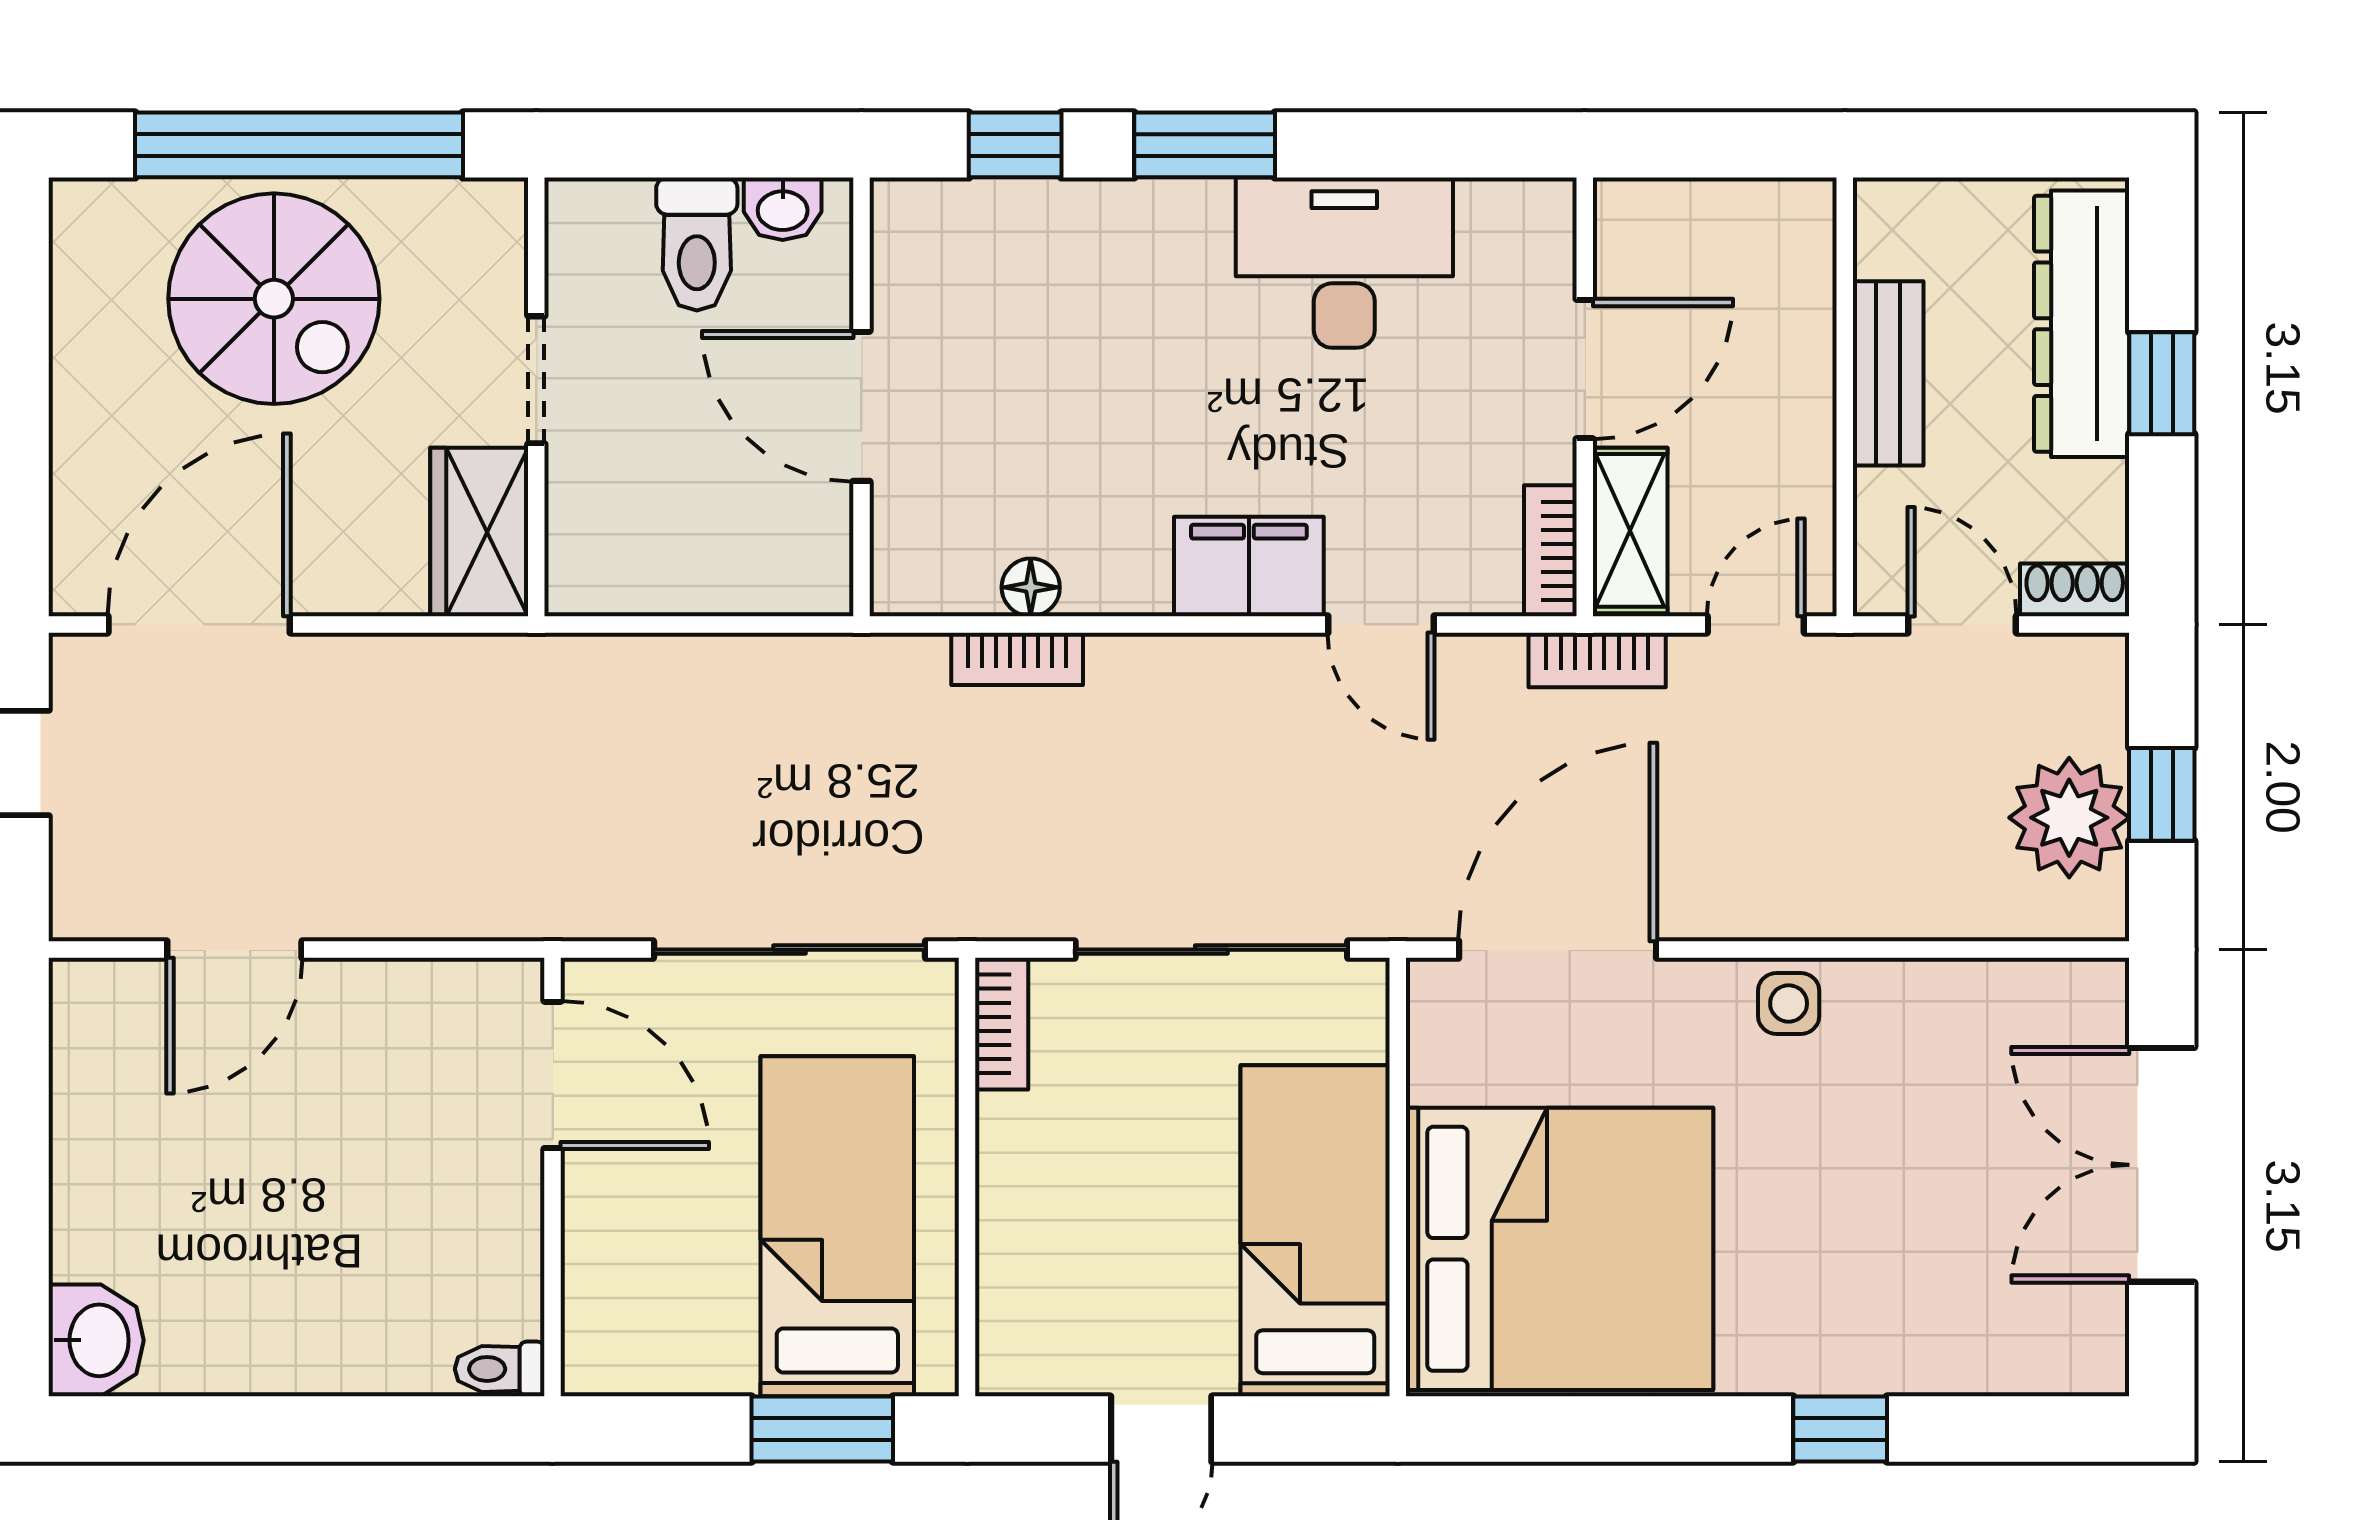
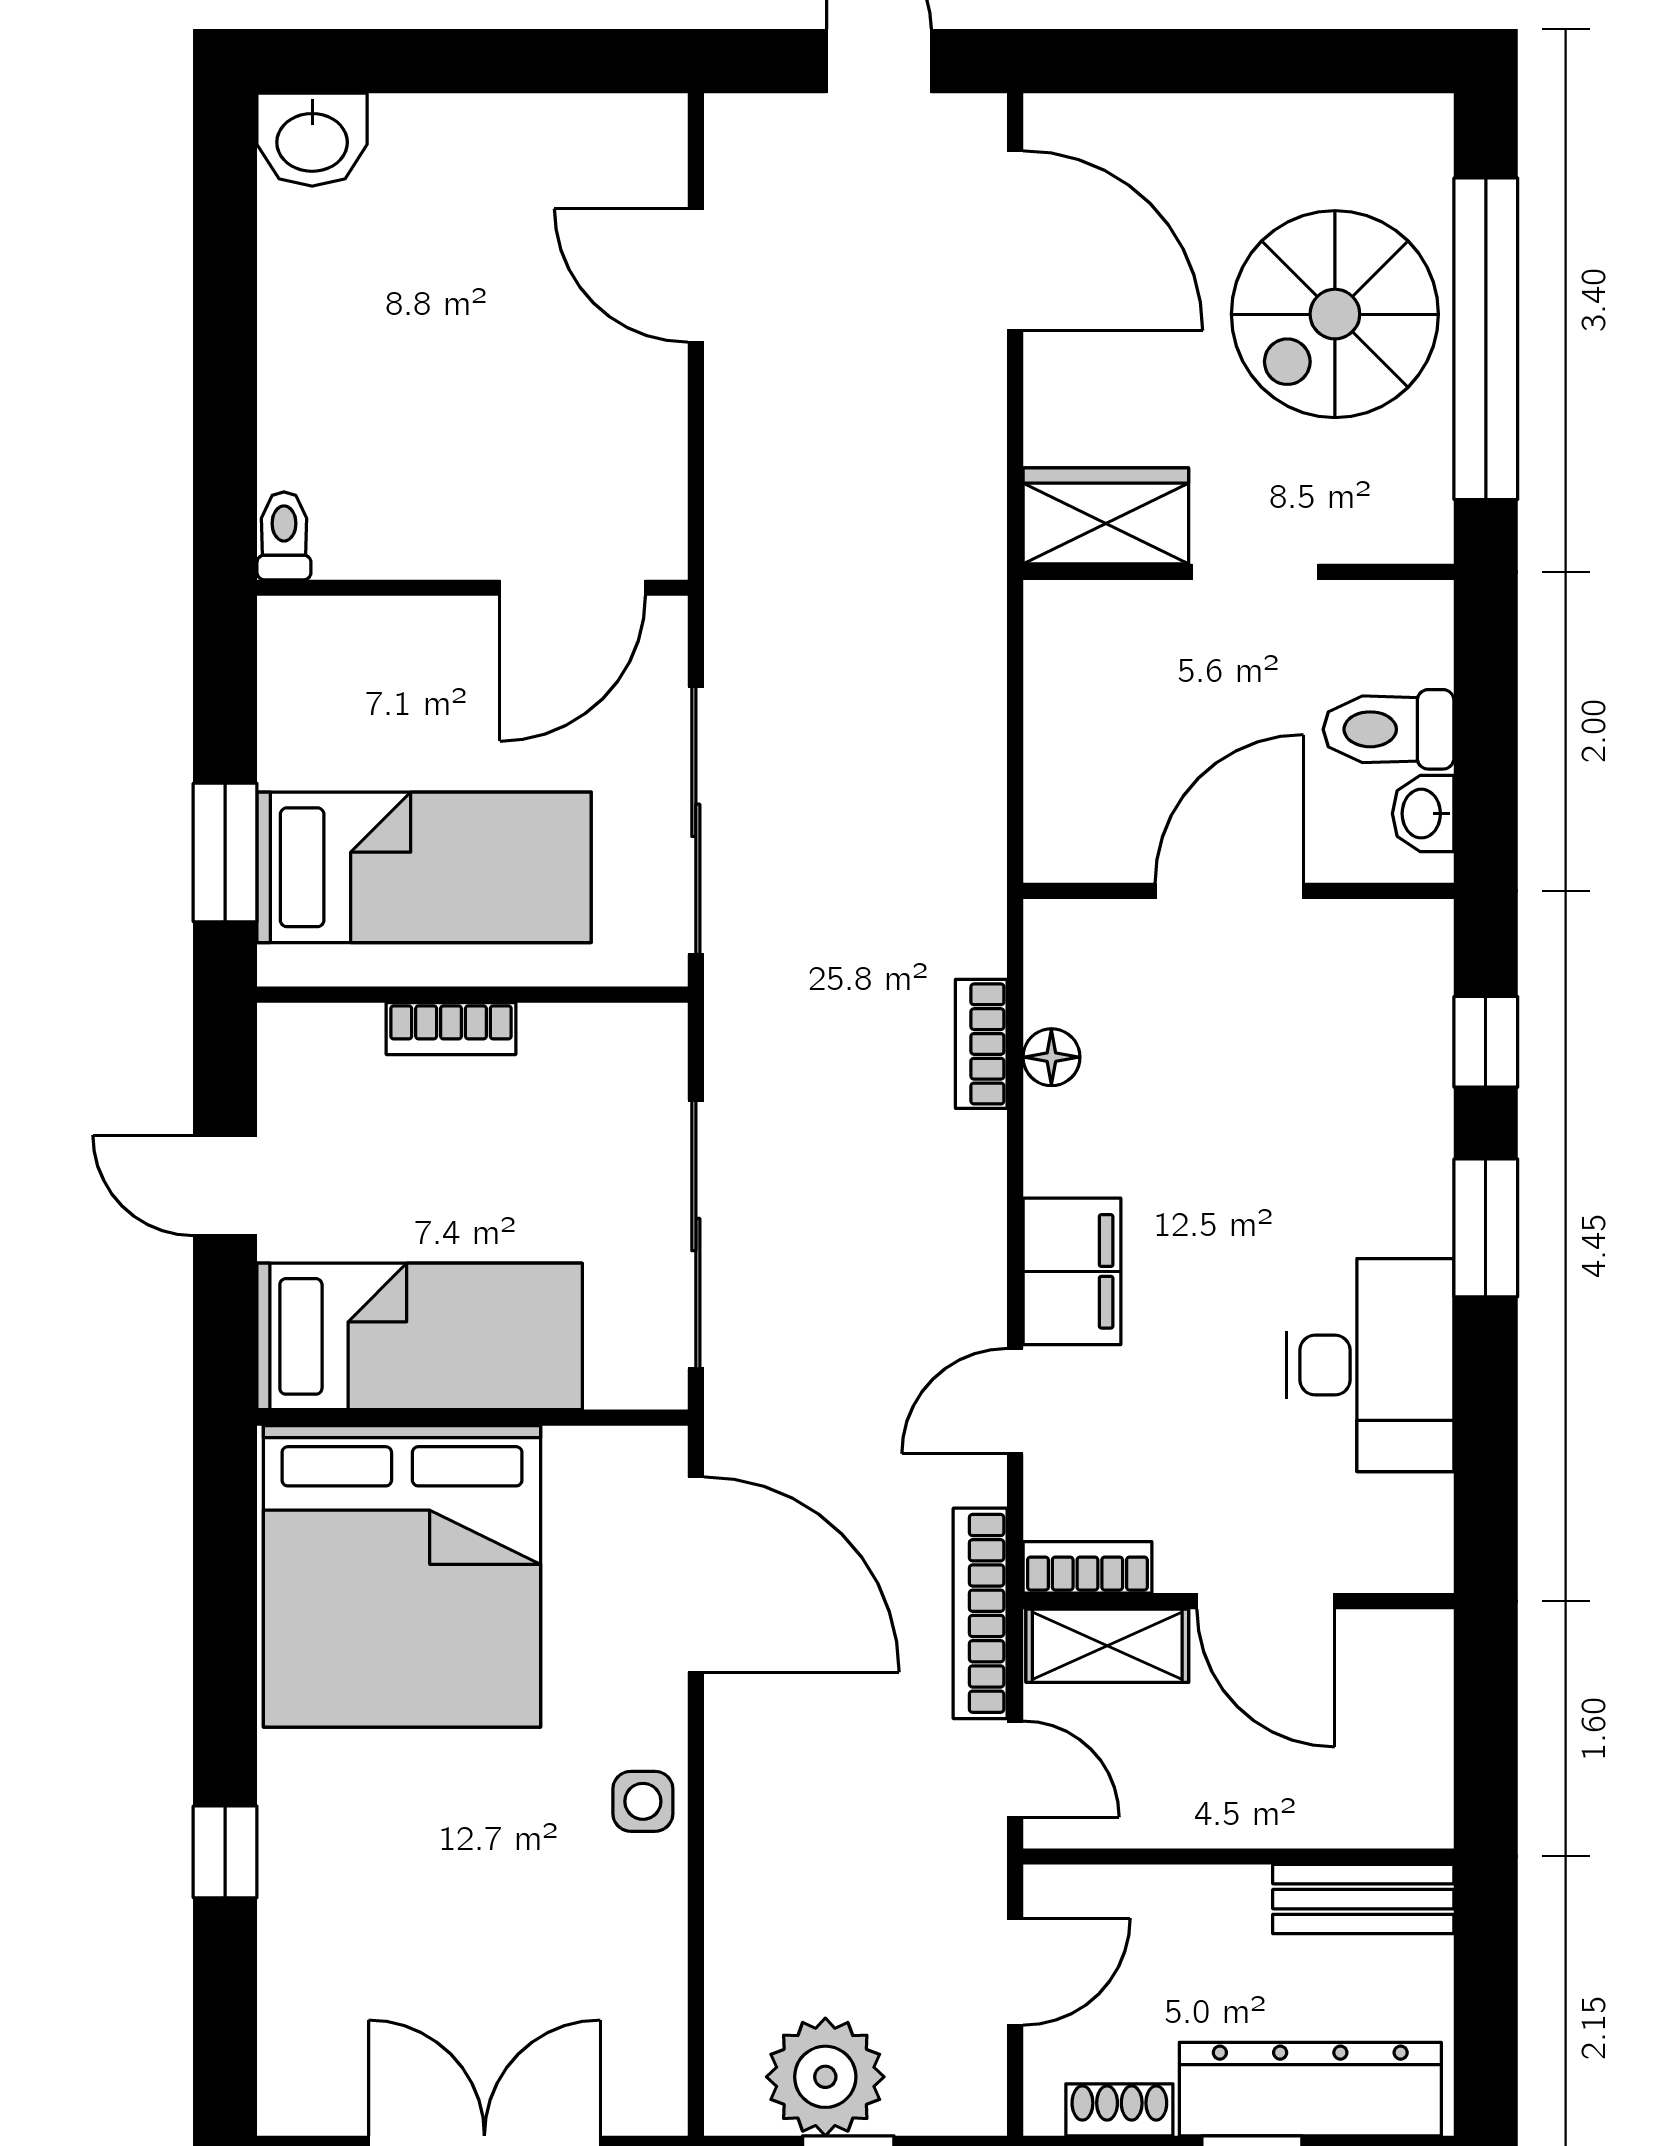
bench: (1888, 373) -> (1363, 1899), moved
shoe rack: (2075, 590) -> (1119, 2110), moved, turned -90
bookcase: (1597, 660) -> (980, 1613), width x1.56
bookcase: (1002, 1024) -> (451, 1029), moved

